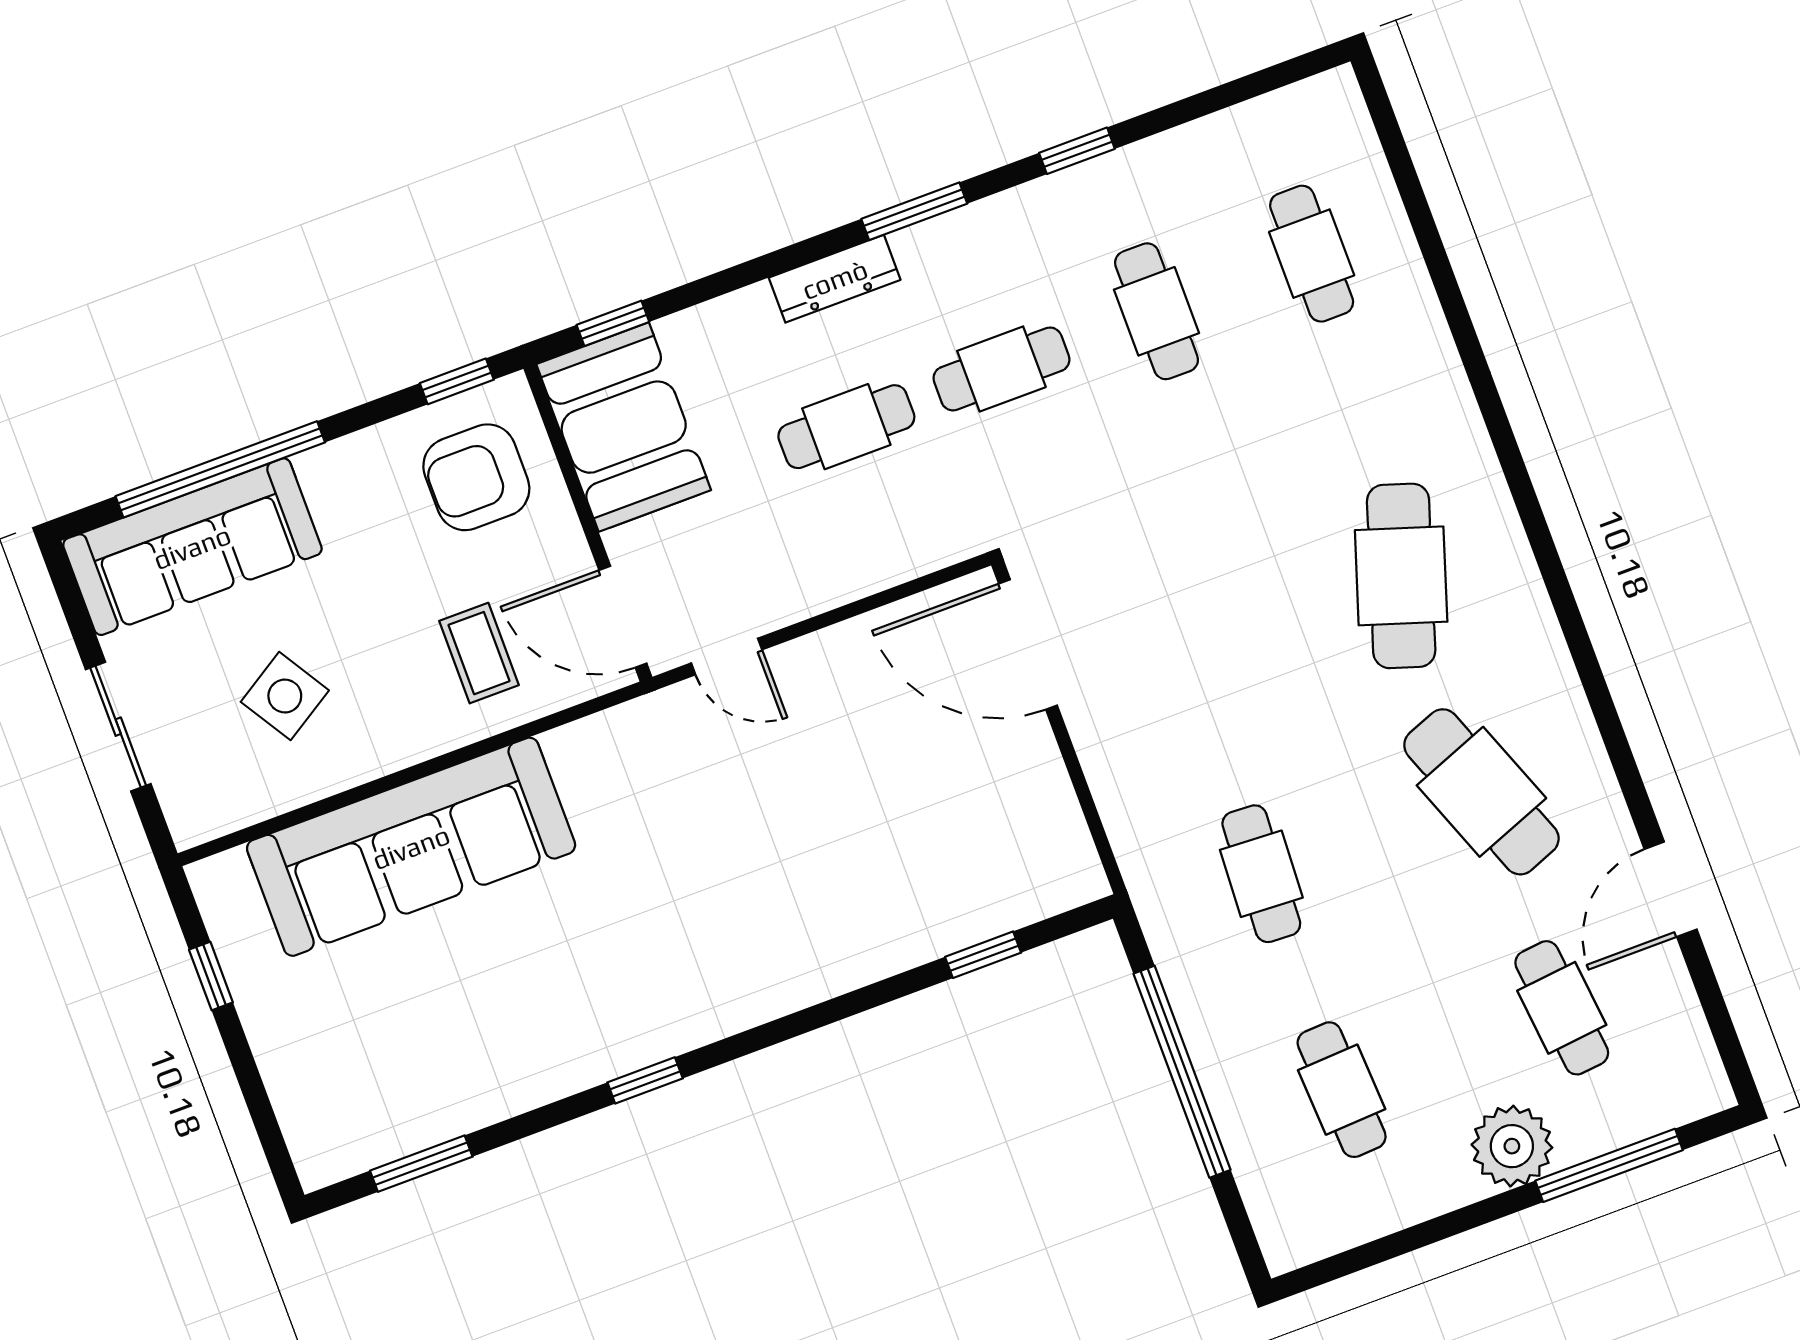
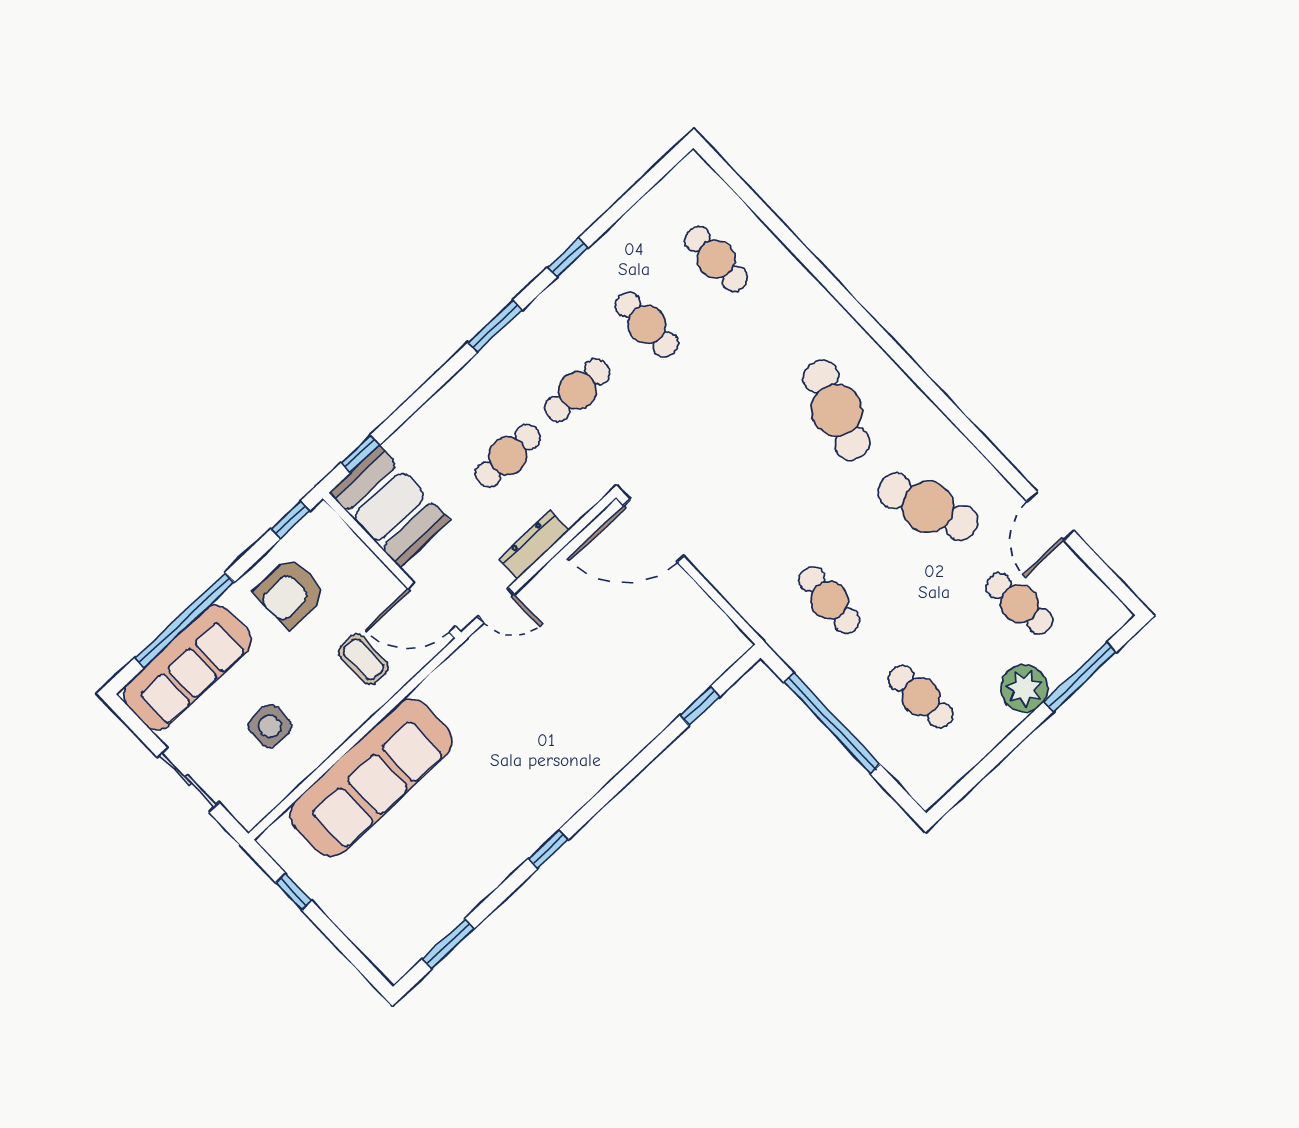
dresser: (835, 279) -> (534, 545), moved, turned 180
armchair: (476, 477) -> (290, 592), moved
side table: (285, 696) -> (270, 726), turned 32

